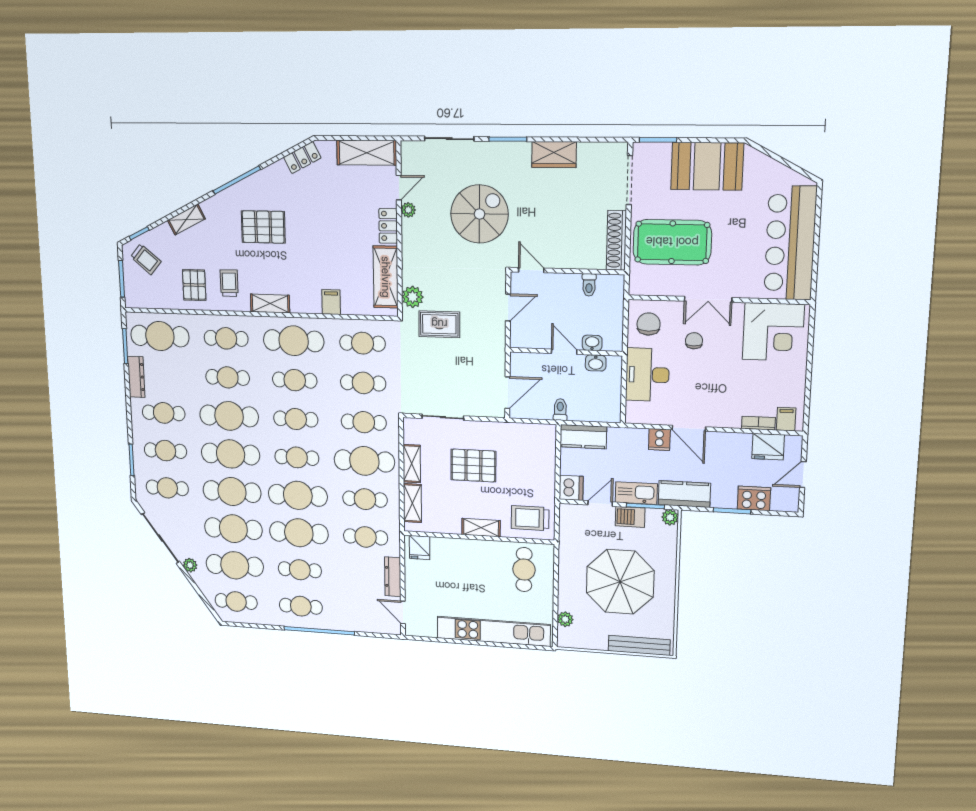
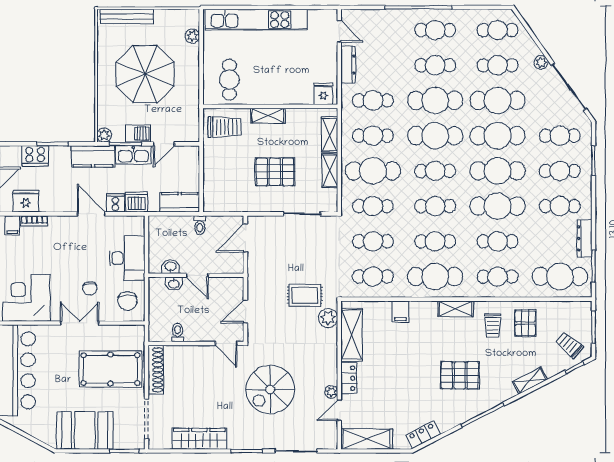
wardrobe: (554, 155) -> (199, 439), width x1.50
dishwasher: (571, 488) -> (136, 202), moved, turned 90
cafe table: (235, 565) -> (498, 65), width x0.73, depth x0.74

